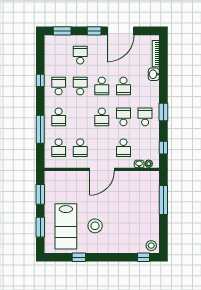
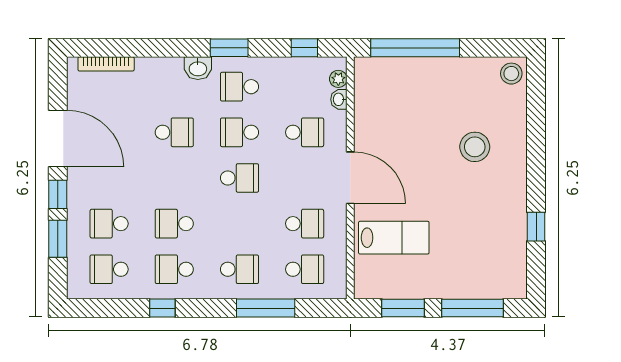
window: (62, 31) -> (58, 239), moved
washbasin: (154, 74) -> (198, 68), moved
school desk: (102, 86) -> (109, 269), moved, turned 180
window: (163, 200) -> (415, 48), width x1.46
lab bench: (66, 226) -> (394, 238), moved, width x0.73, depth x0.72
stool: (95, 226) -> (475, 147), moved
window: (40, 227) -> (472, 308), width x1.44
window: (143, 257) -> (536, 90), removed

